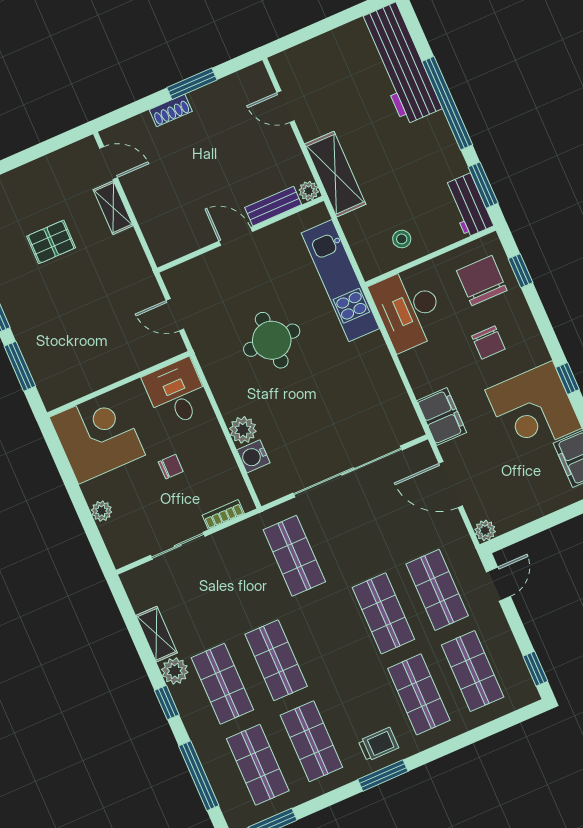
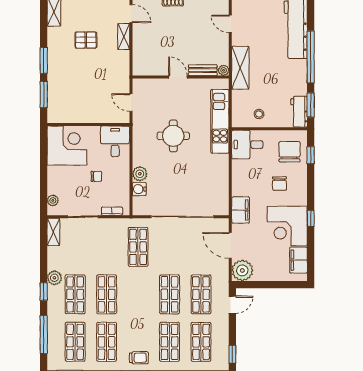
desk: (408, 309) -> (247, 145), width x0.73
plant: (102, 511) -> (53, 200), moved
plant: (485, 530) -> (242, 270), width x1.88, depth x1.88
shelving: (157, 634) -> (53, 232), moved

